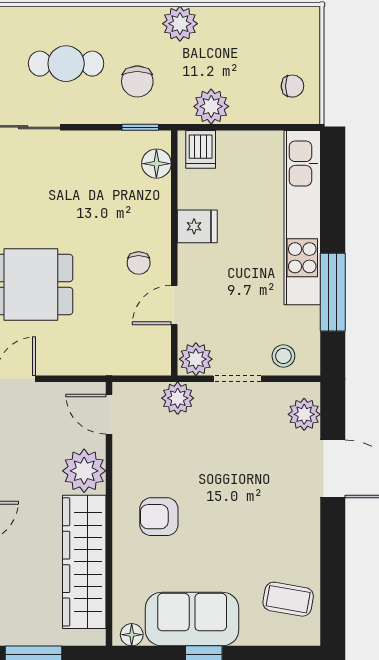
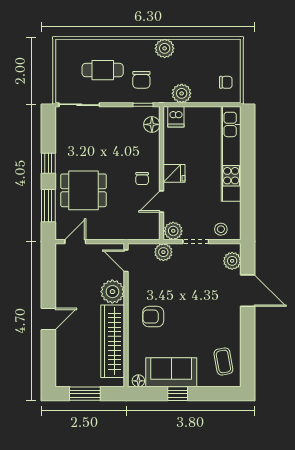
fridge: (197, 226) -> (174, 173), moved
window: (333, 292) -> (248, 194), removed
coffee table: (288, 599) -> (223, 361), turned 70

